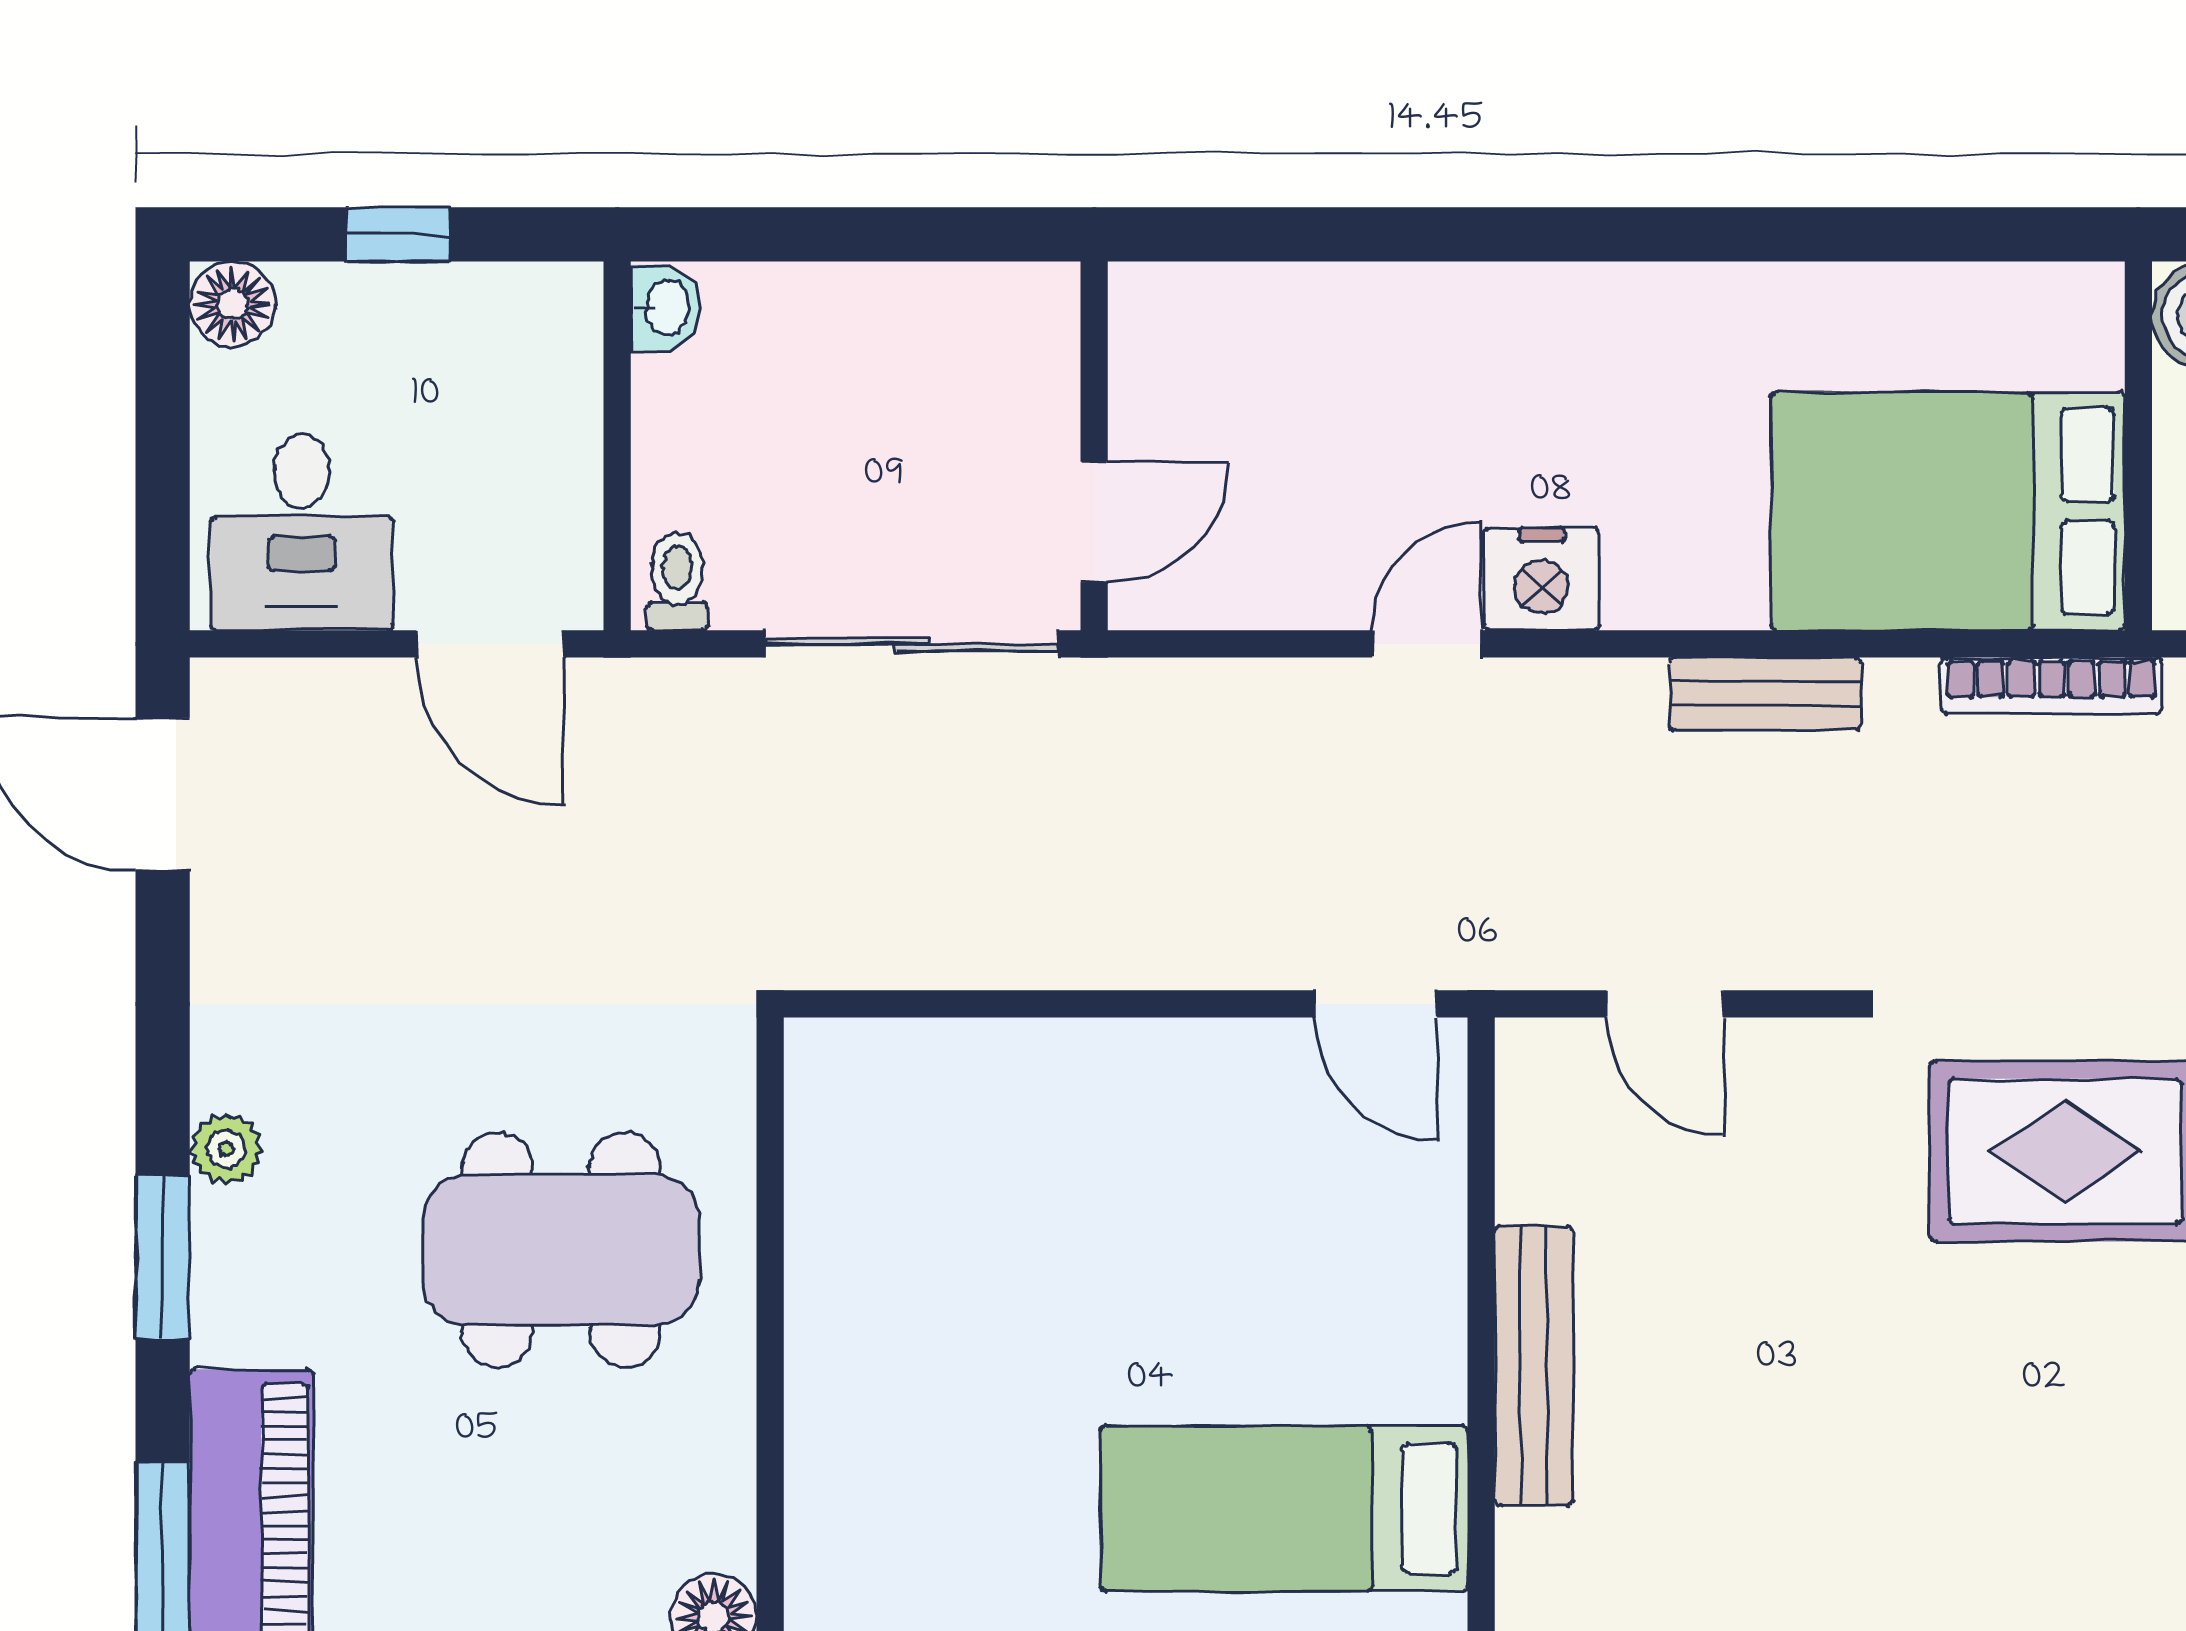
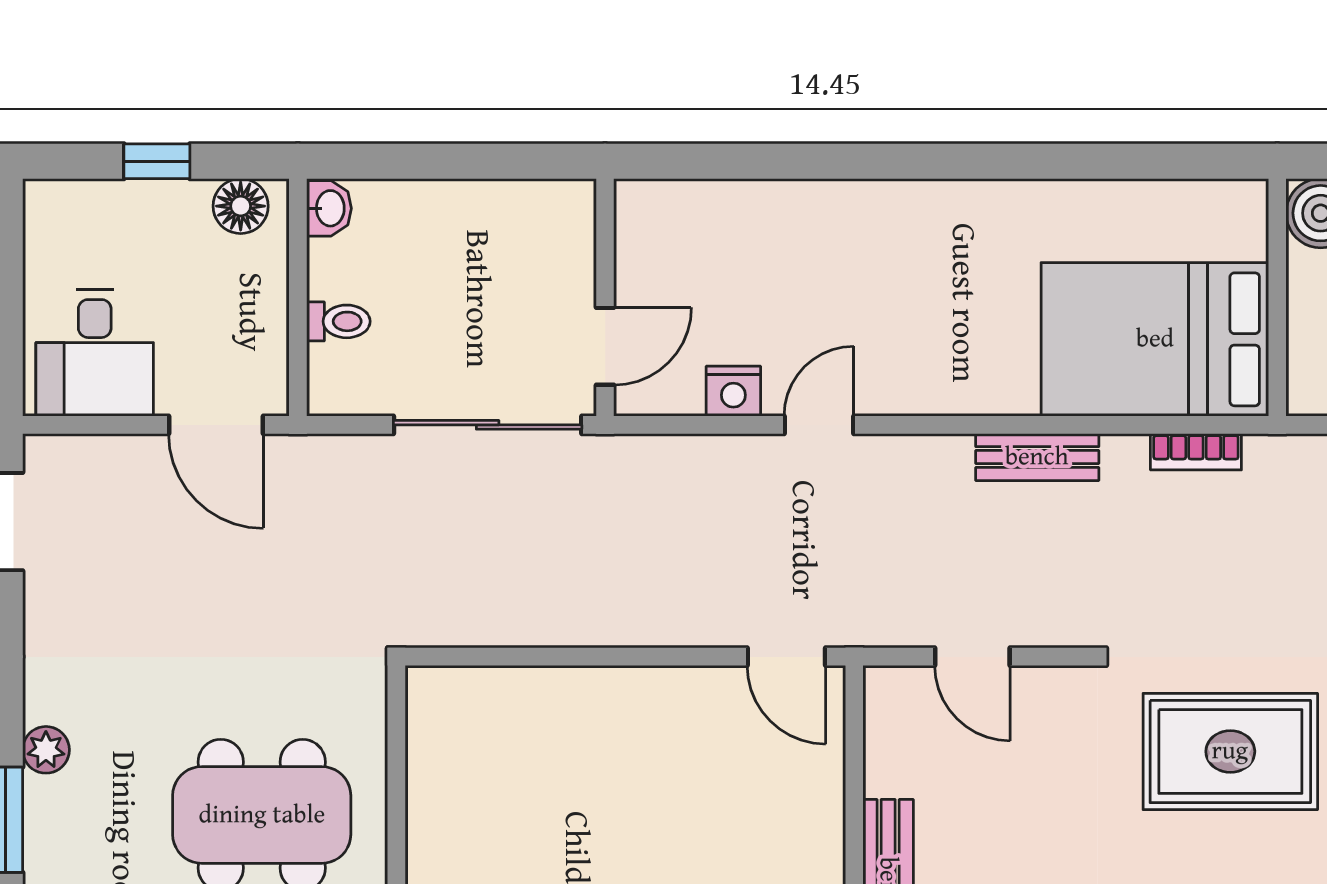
floor lamp: (232, 304) -> (241, 206), moved
nightstand: (1542, 579) -> (733, 391), moved, width x0.74, depth x0.75
toilet: (677, 581) -> (338, 321), moved, turned 90
bookcase: (2052, 686) -> (1196, 452), width x0.64

